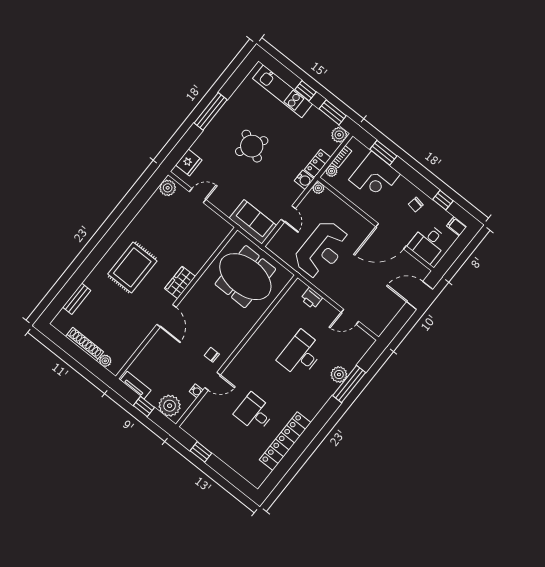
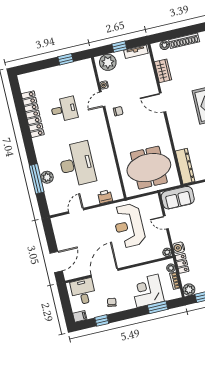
dresser: (214, 240) -> (185, 166), added
wardrobe: (180, 283) -> (163, 71), moved
desk: (301, 354) -> (77, 164), width x1.36, depth x1.30

